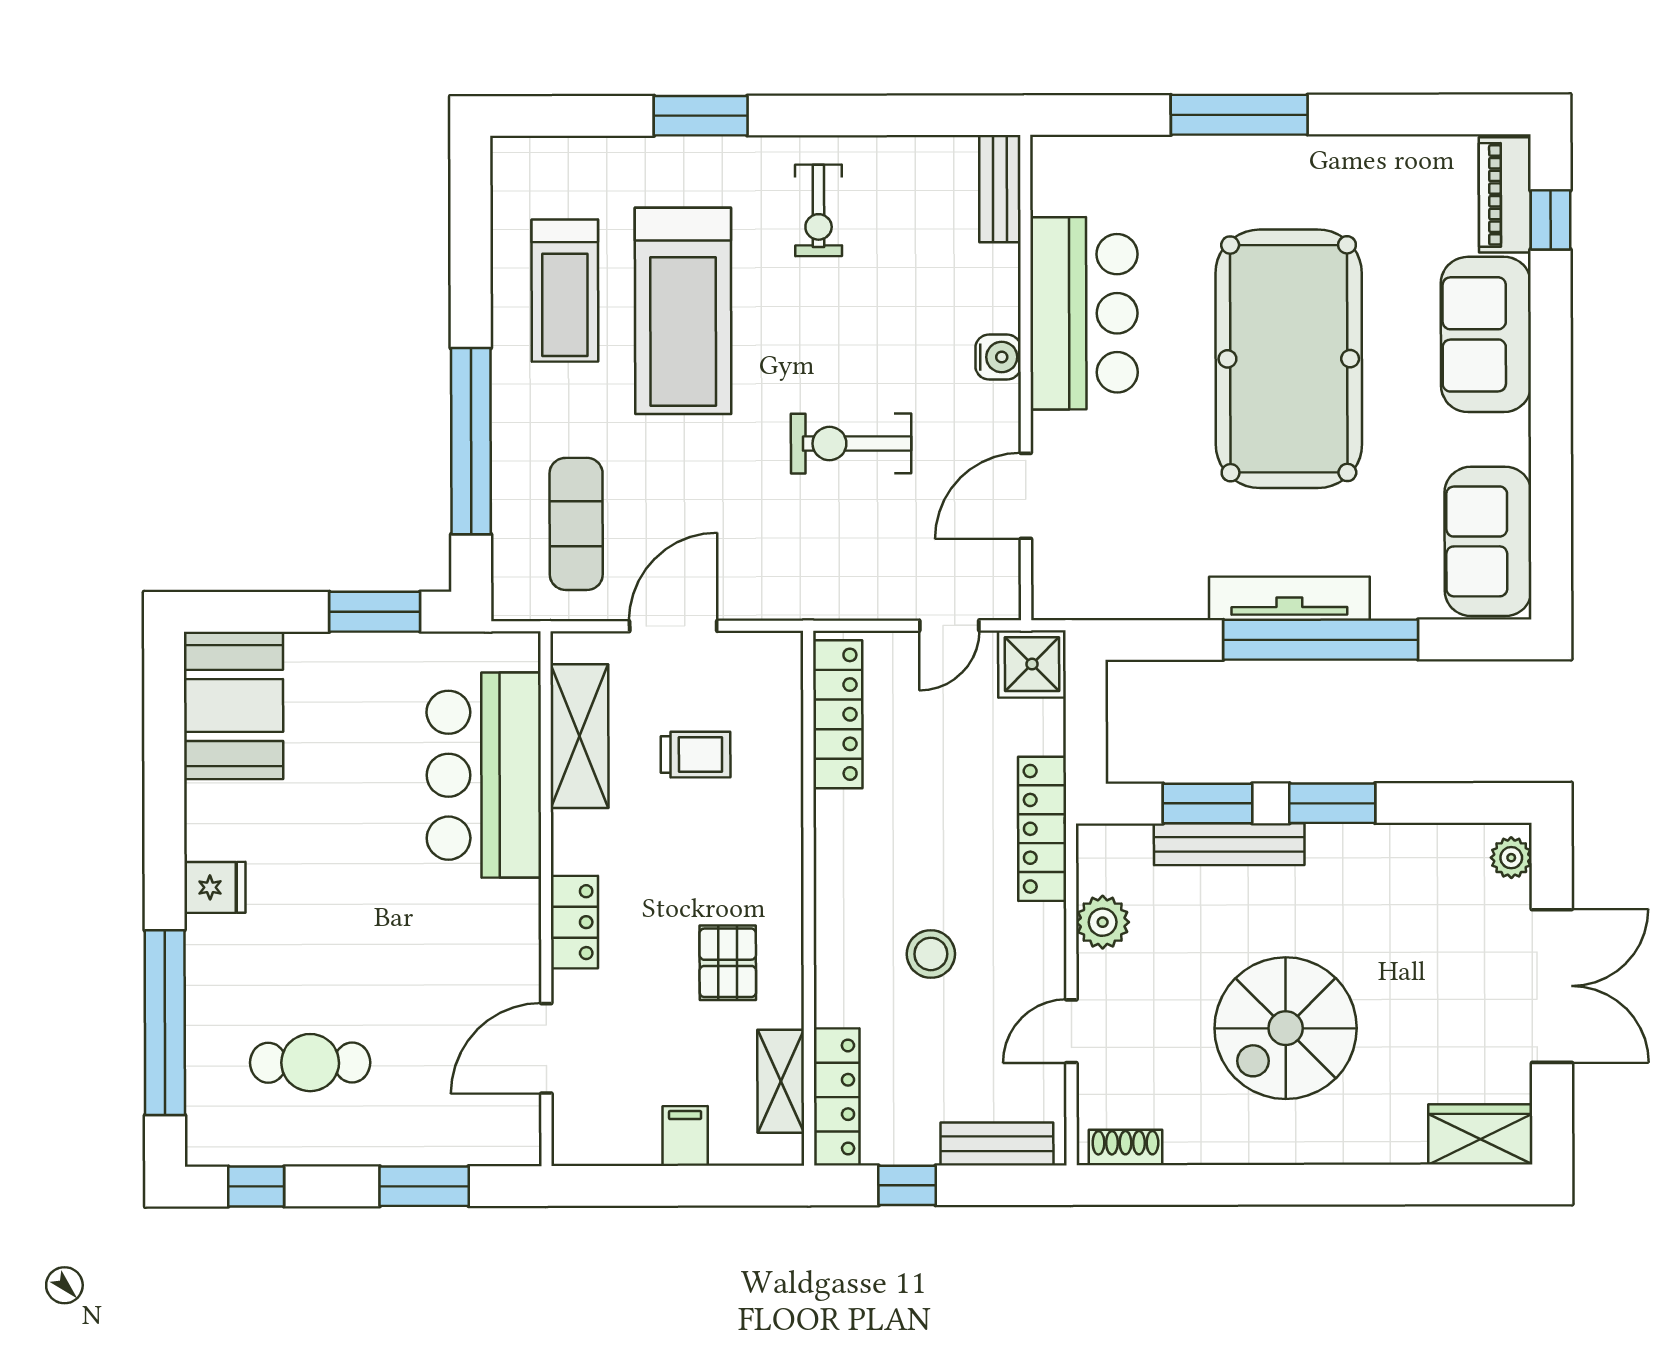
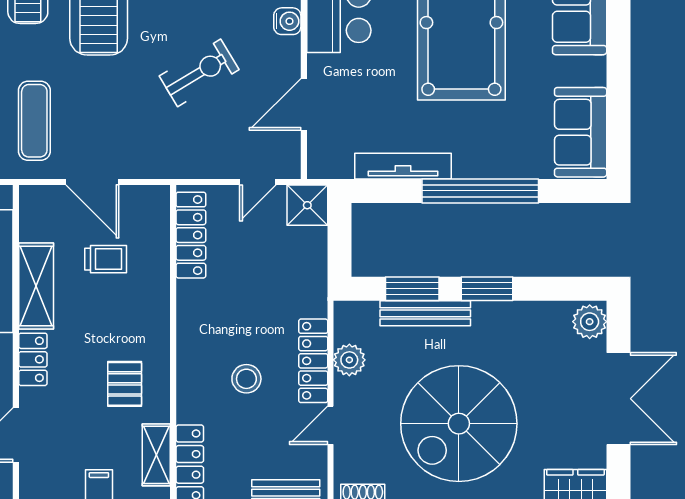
exercise bike: (851, 443) -> (199, 73), turned 149
tv unit: (1289, 598) -> (403, 166), moved
door: (673, 626) -> (92, 182), swing flipped
shelving: (579, 736) -> (36, 286), moved
locker: (1042, 829) -> (313, 361), moved
plant: (1511, 858) -> (590, 322), width x1.38, depth x1.38
spiral stairs: (1286, 1028) -> (459, 424), width x1.37, depth x1.37

